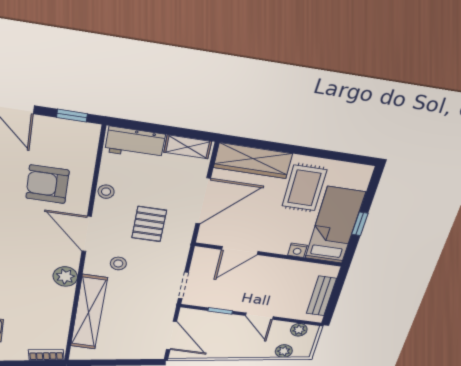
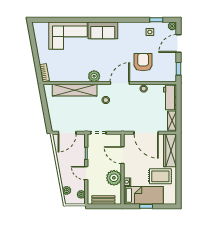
pallet: (149, 224) -> (130, 111), removed
plant: (282, 272) -> (114, 178), added
door: (259, 316) -> (86, 173), hinge flipped

